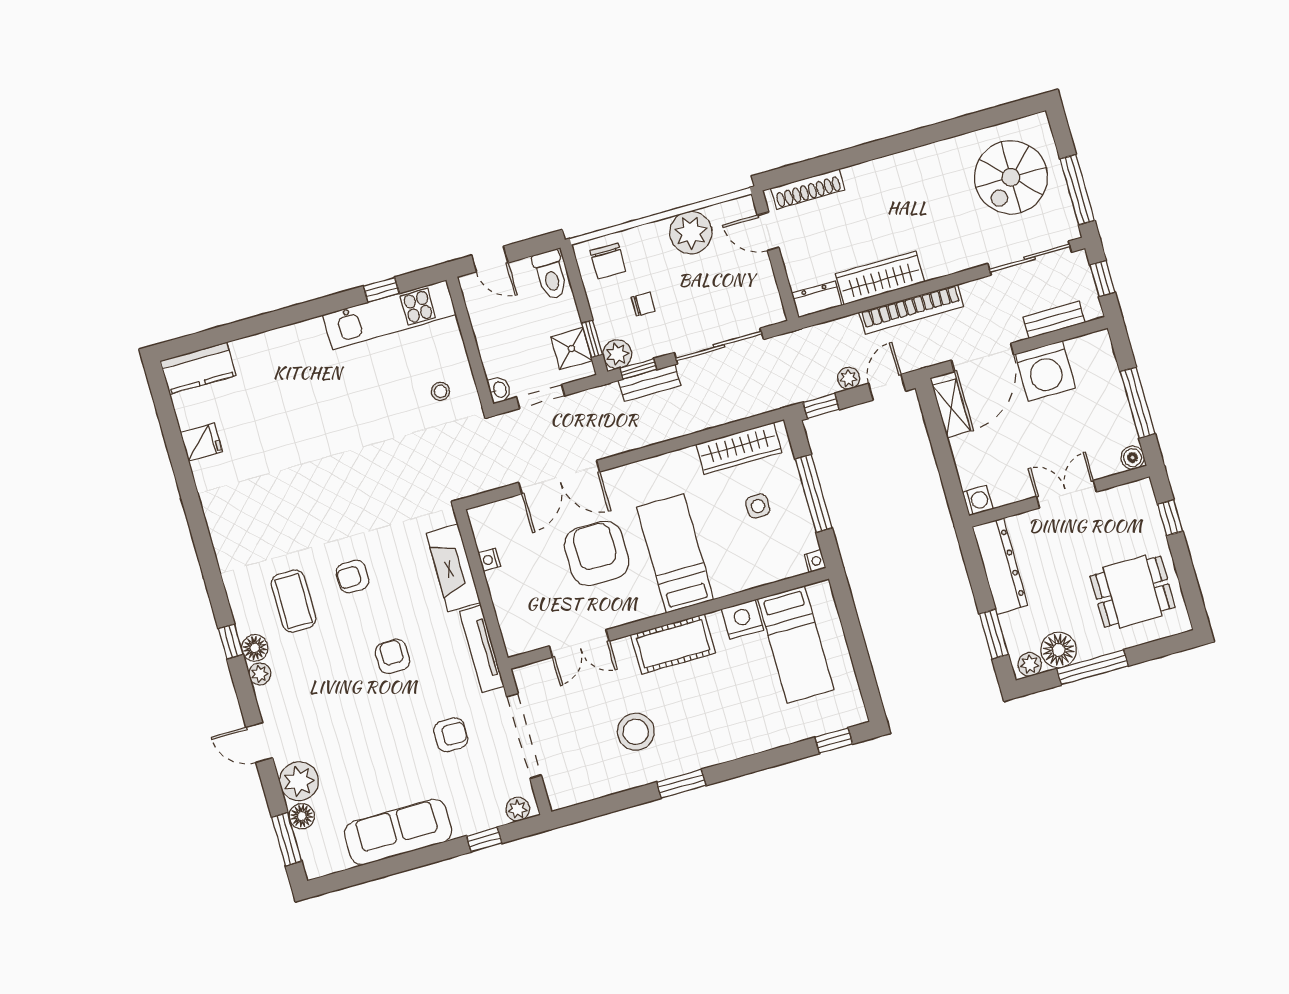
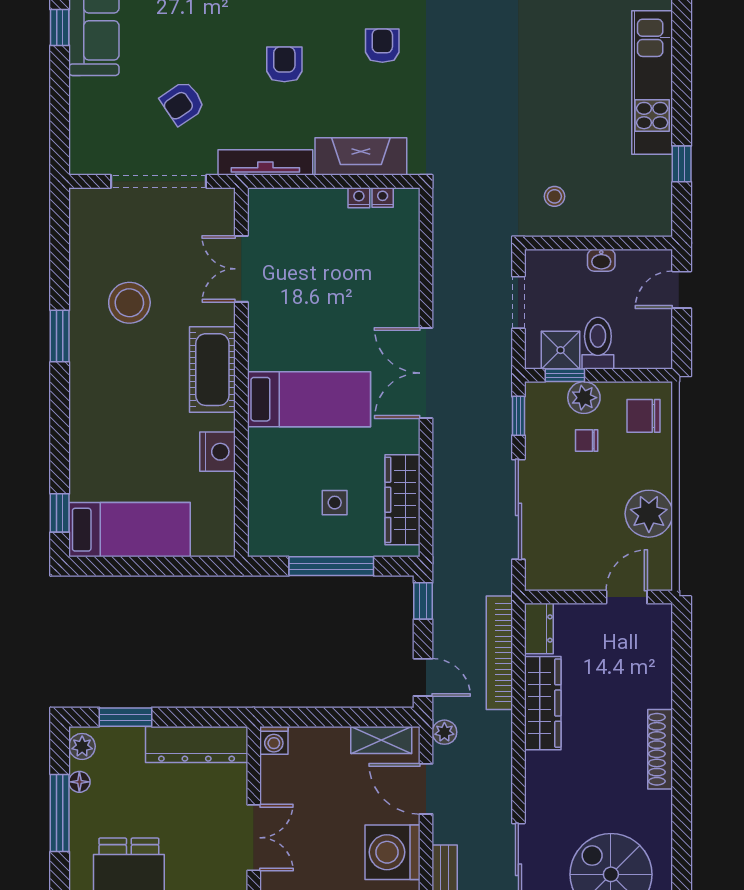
shoe rack: (808, 189) -> (660, 749), moved
toilet: (550, 275) -> (598, 343), moved, turned 90
chair: (643, 304) -> (587, 441), turned 90
bookcase: (911, 309) -> (499, 653), moved
kitchen unit: (389, 315) -> (652, 82), moved
plant: (617, 354) -> (584, 398), moved
door: (982, 357) -> (426, 789), width x0.73
plant: (848, 378) -> (444, 732), moved
bench: (650, 383) -> (500, 424), removed
washbasin: (499, 390) -> (601, 260), moved
double door: (559, 477) -> (426, 373), moved
armchair: (597, 553) -> (333, 315), removed
nightstand: (815, 561) -> (383, 197), moved, turned 180
bed: (796, 644) -> (130, 530), moved, turned 180
floor lamp: (1059, 650) -> (79, 782), width x0.53, depth x0.53
armchair: (393, 656) -> (284, 64), turned -90
armchair: (451, 735) -> (182, 103), turned 56
plant: (518, 809) -> (82, 152), removed
window: (484, 840) -> (60, 27), moved

